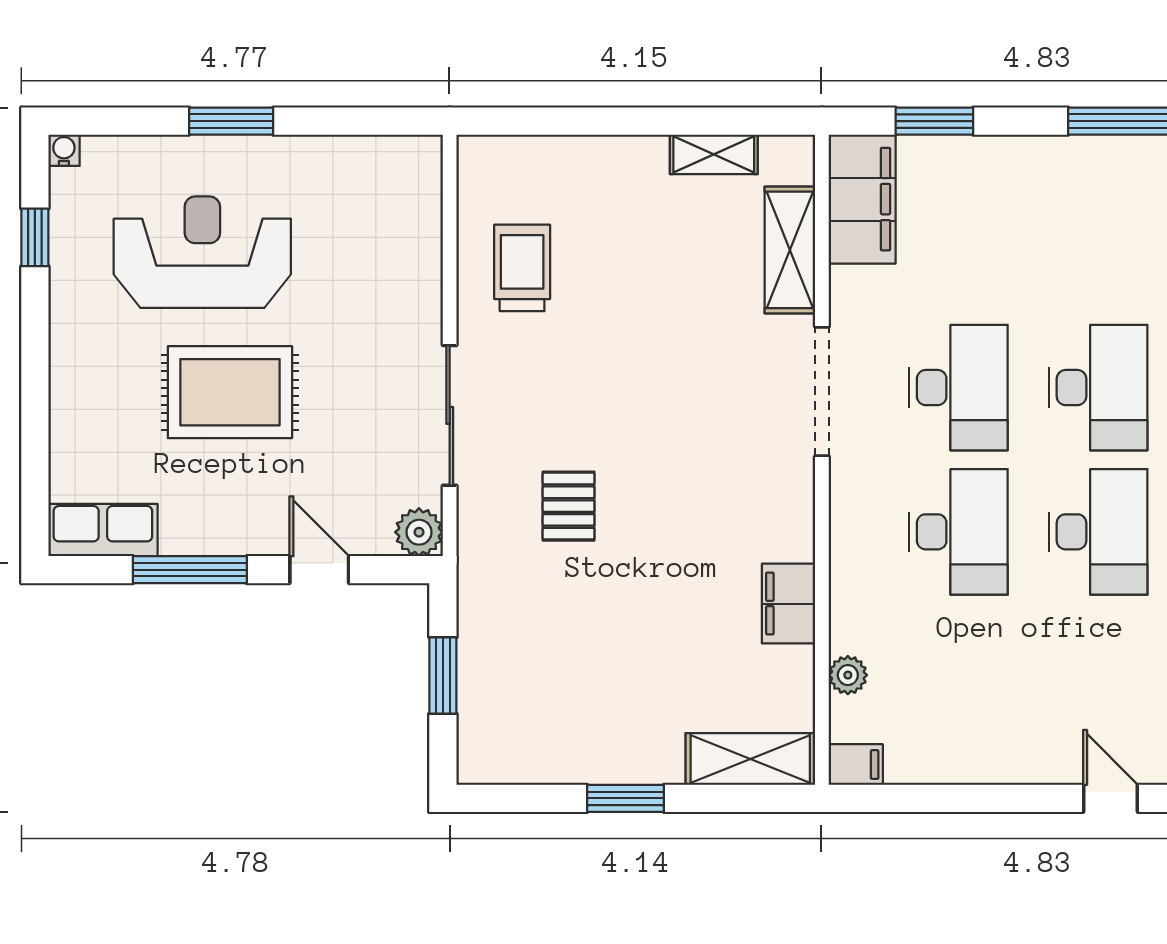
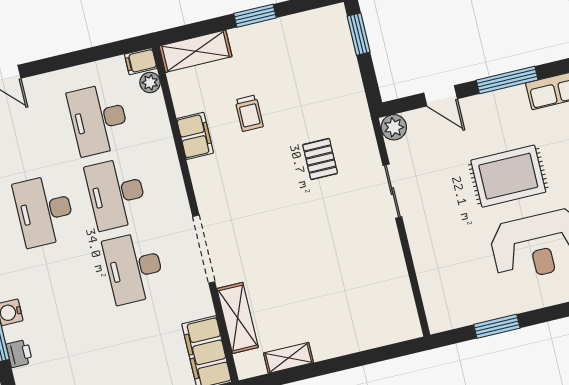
window: (231, 121) -> (497, 326), moved
trolley: (522, 268) -> (249, 113), moved, width x0.73, depth x0.72
desk: (1098, 388) -> (99, 119), moved
sliding door: (450, 415) -> (392, 191), width x0.73
plant: (848, 675) -> (150, 82), moved
window: (443, 676) -> (359, 34), moved

